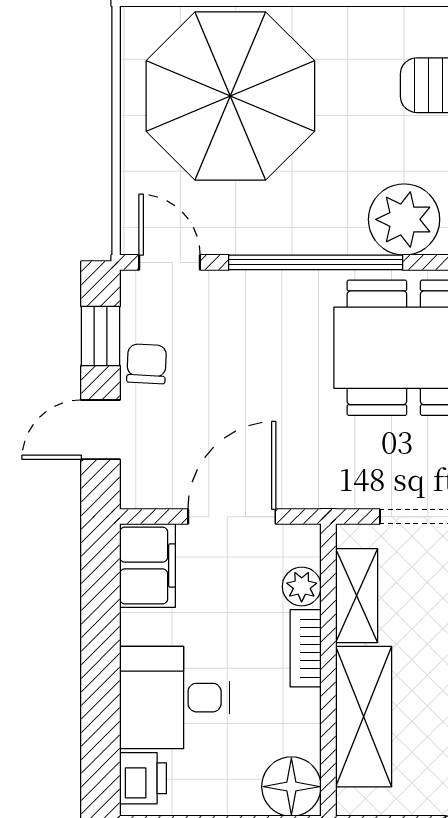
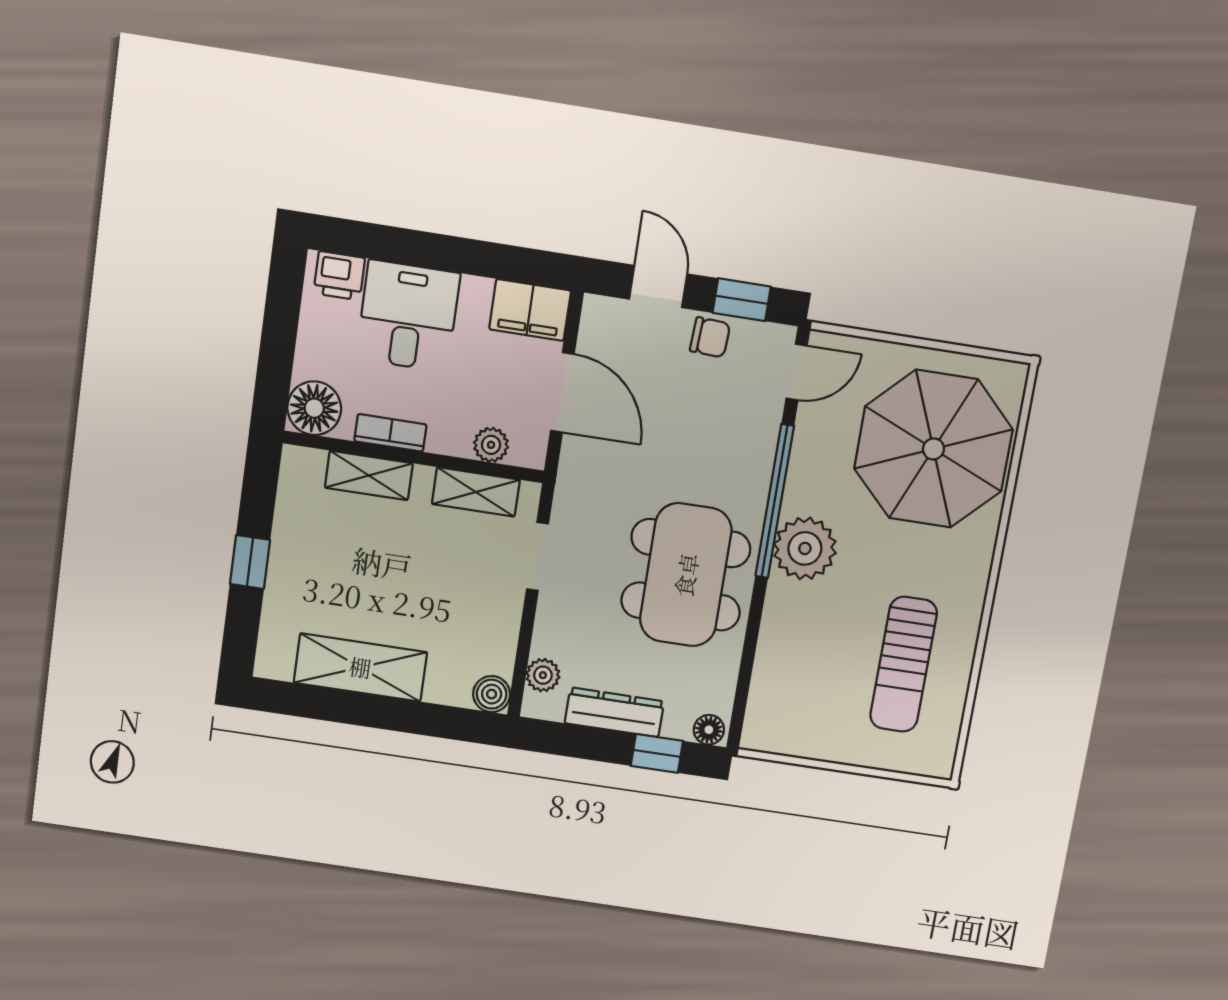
plant: (404, 219) -> (805, 548), moved
bookcase: (306, 648) -> (390, 433), moved
shelving: (364, 717) -> (369, 475), width x0.67, depth x0.75

